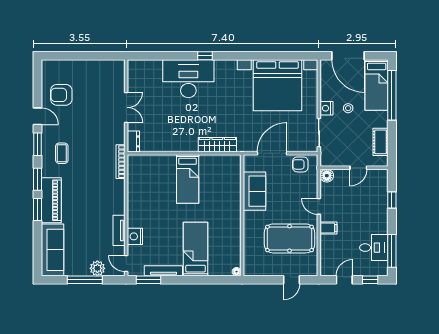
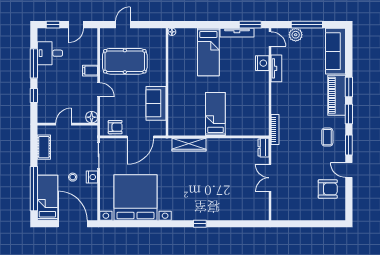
desk: (188, 79) -> (215, 203), removed
window: (392, 251) -> (34, 63), moved

